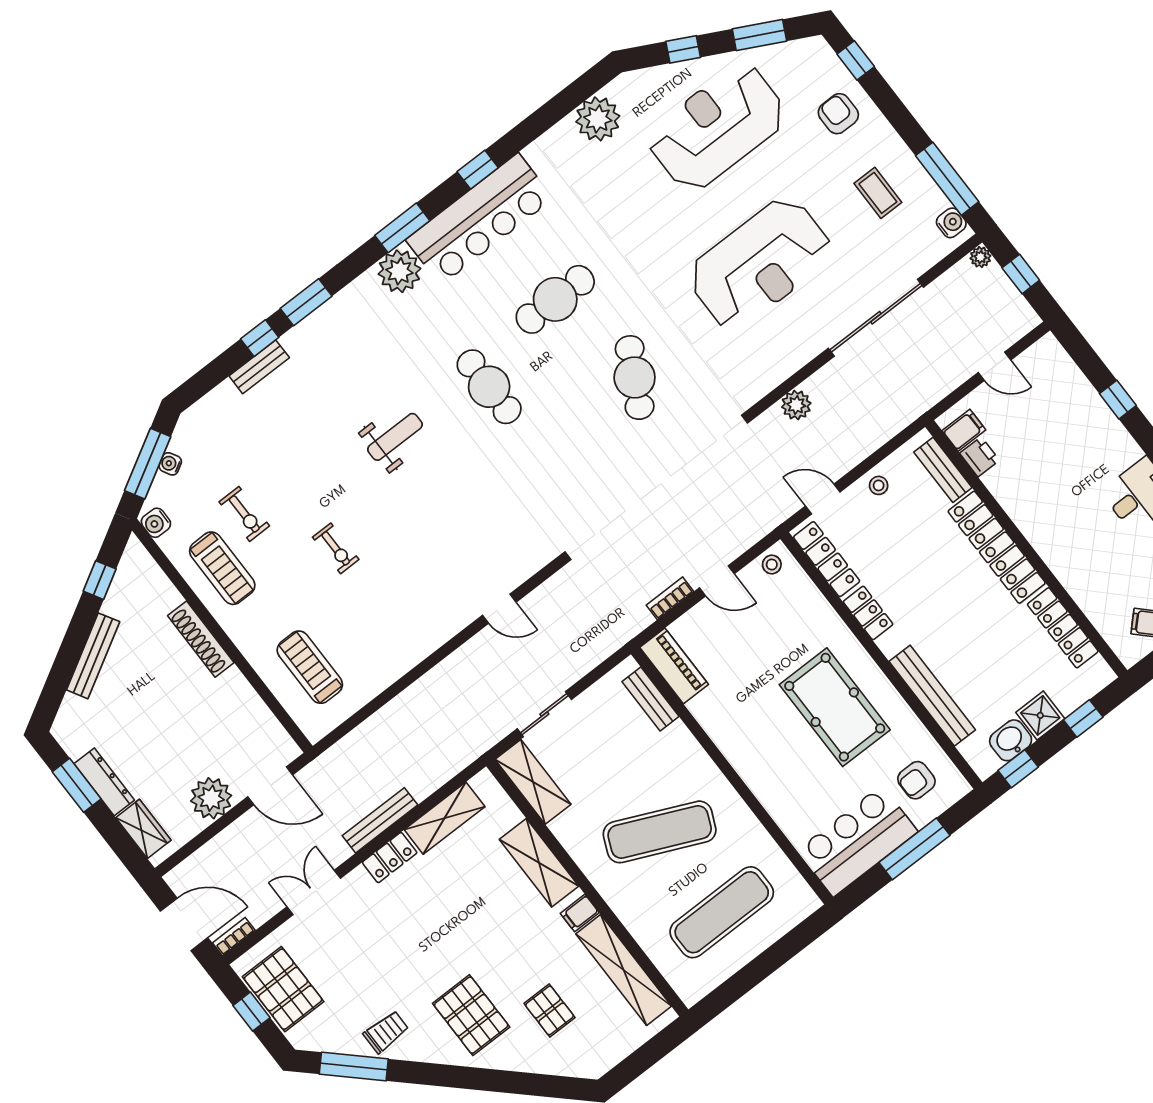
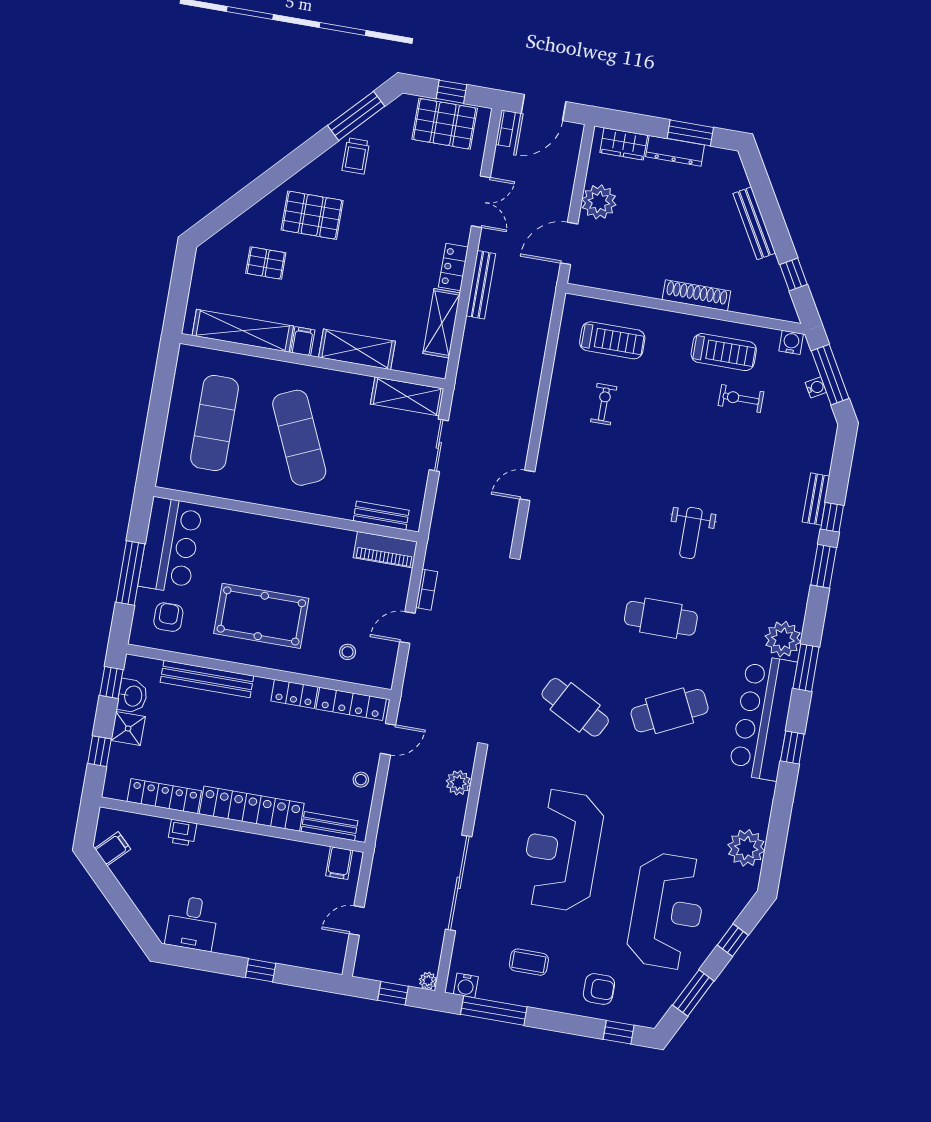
cafe table: (555, 299) -> (670, 711), turned 64
printer: (980, 457) -> (182, 833), moved
exercise bike: (336, 548) -> (604, 404), moved, turned 90
stool: (772, 564) -> (348, 652), moved
treadmill: (222, 568) -> (724, 352), turned 180
exercise mat: (660, 832) -> (299, 438), turned -48

